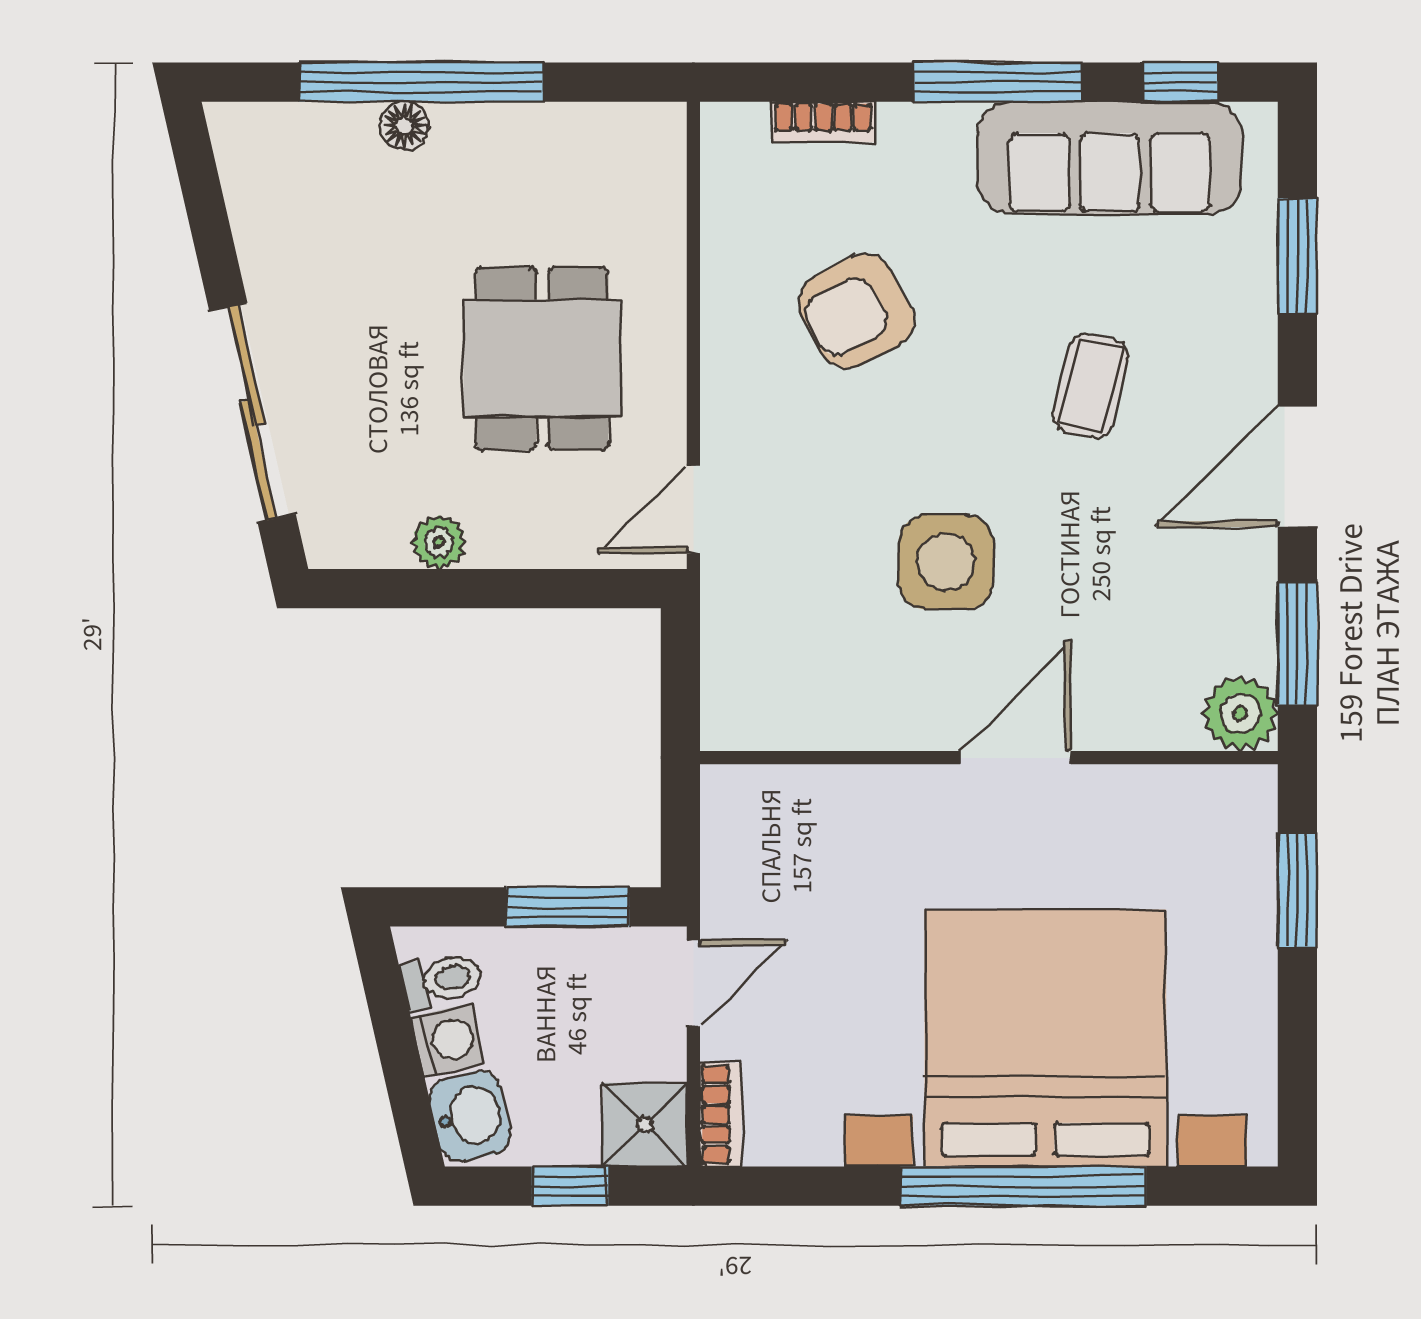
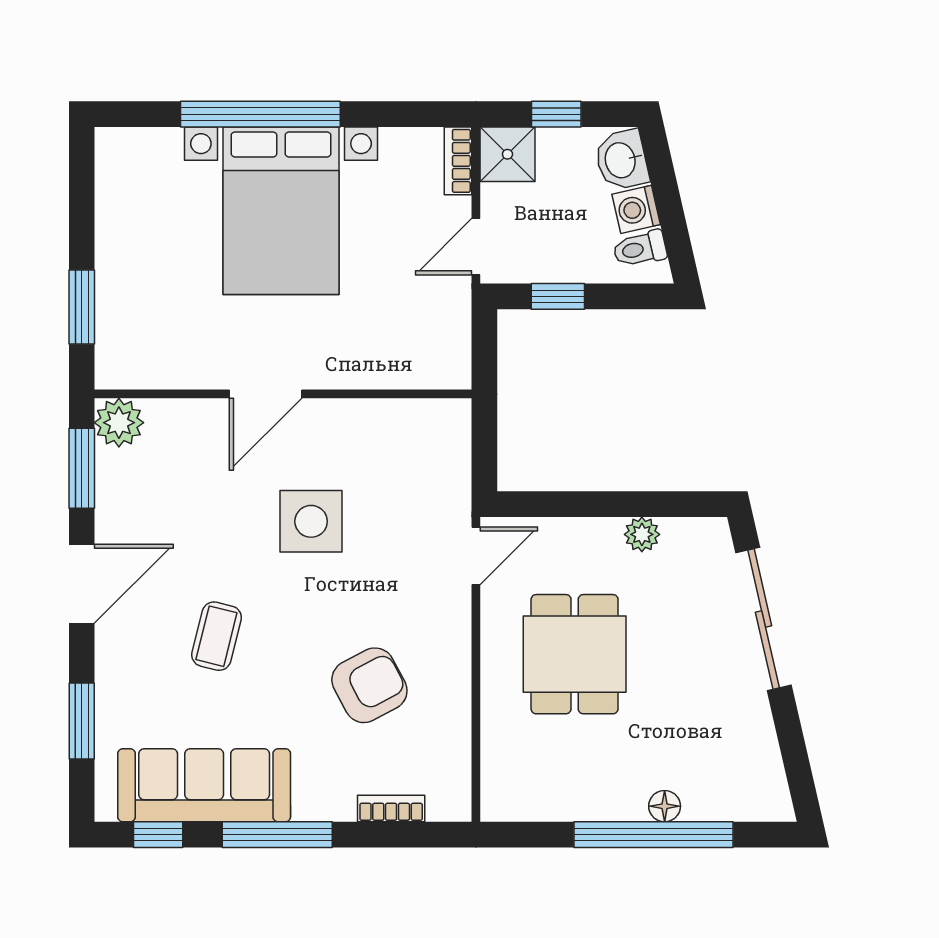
window: (568, 907) -> (558, 296), width x0.67
bed with nightstands: (1045, 1038) -> (281, 211), width x0.73

